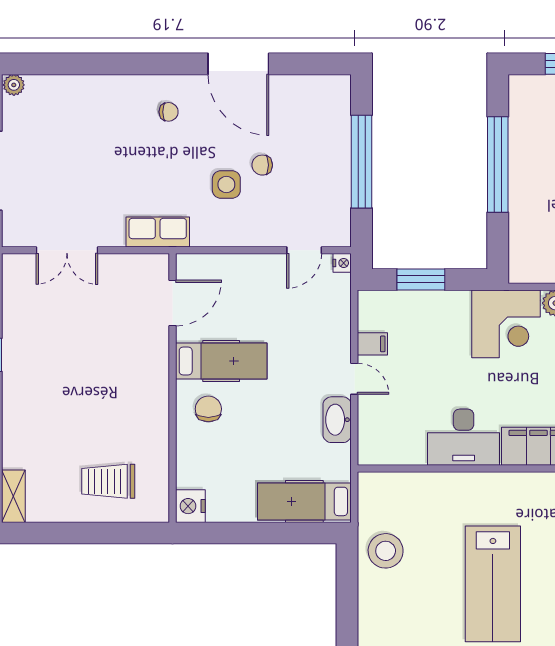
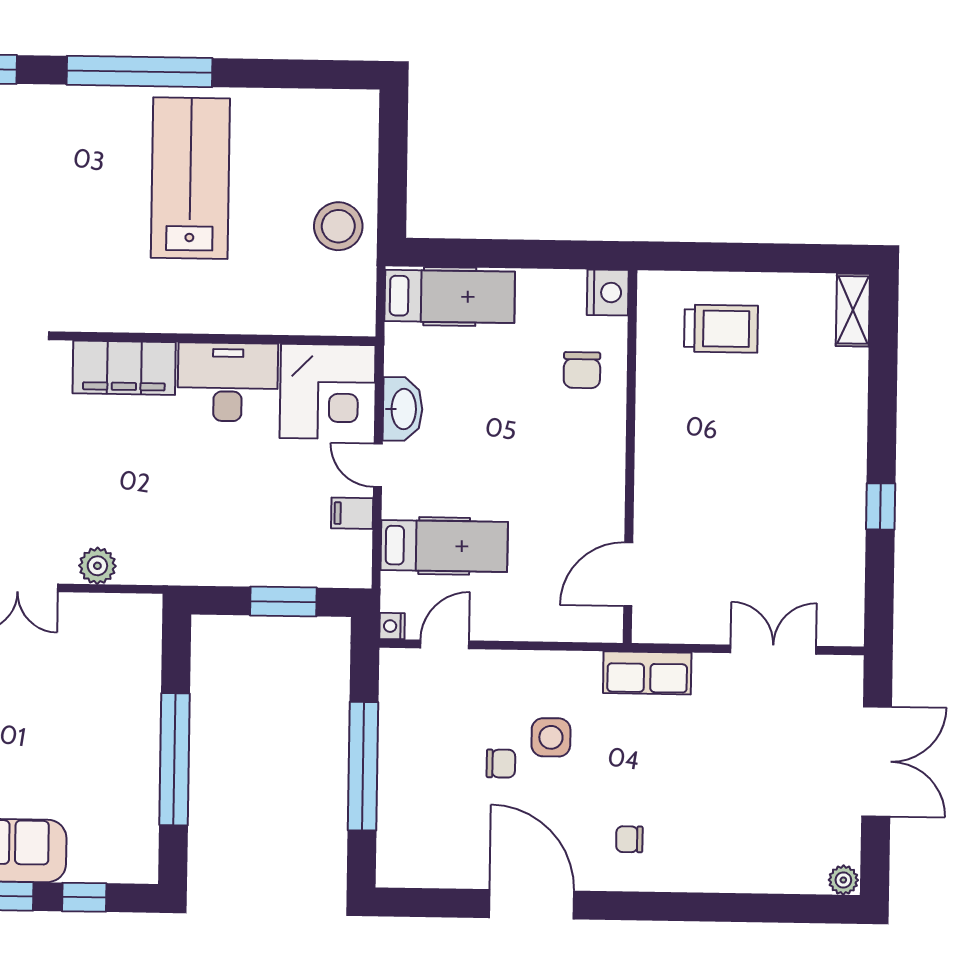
corner desk: (506, 324) -> (327, 392), moved, turned 180
hospital bed: (221, 361) -> (444, 546), moved, turned 180
chair: (208, 409) -> (582, 370), moved

